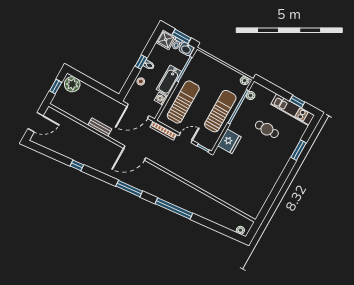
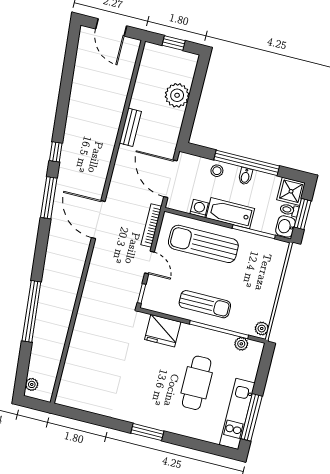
window: (141, 62) -> (247, 163), width x3.17
plant: (72, 84) -> (177, 95), moved
sun lounger: (183, 102) -> (203, 244), turned 180
window: (297, 102) -> (252, 417), width x2.17
sun lounger: (220, 111) -> (205, 304), width x0.73, depth x0.75
cafe table: (267, 129) -> (197, 383), width x1.37, depth x1.35
window: (299, 150) -> (147, 432), moved
door: (135, 153) -> (98, 220), moved
window: (77, 165) -> (56, 152), moved
window: (174, 209) -> (31, 311), moved

